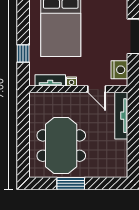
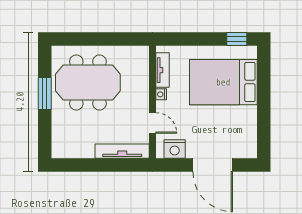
window: (23, 53) -> (237, 39), moved
door: (97, 89) -> (153, 123), swing flipped

